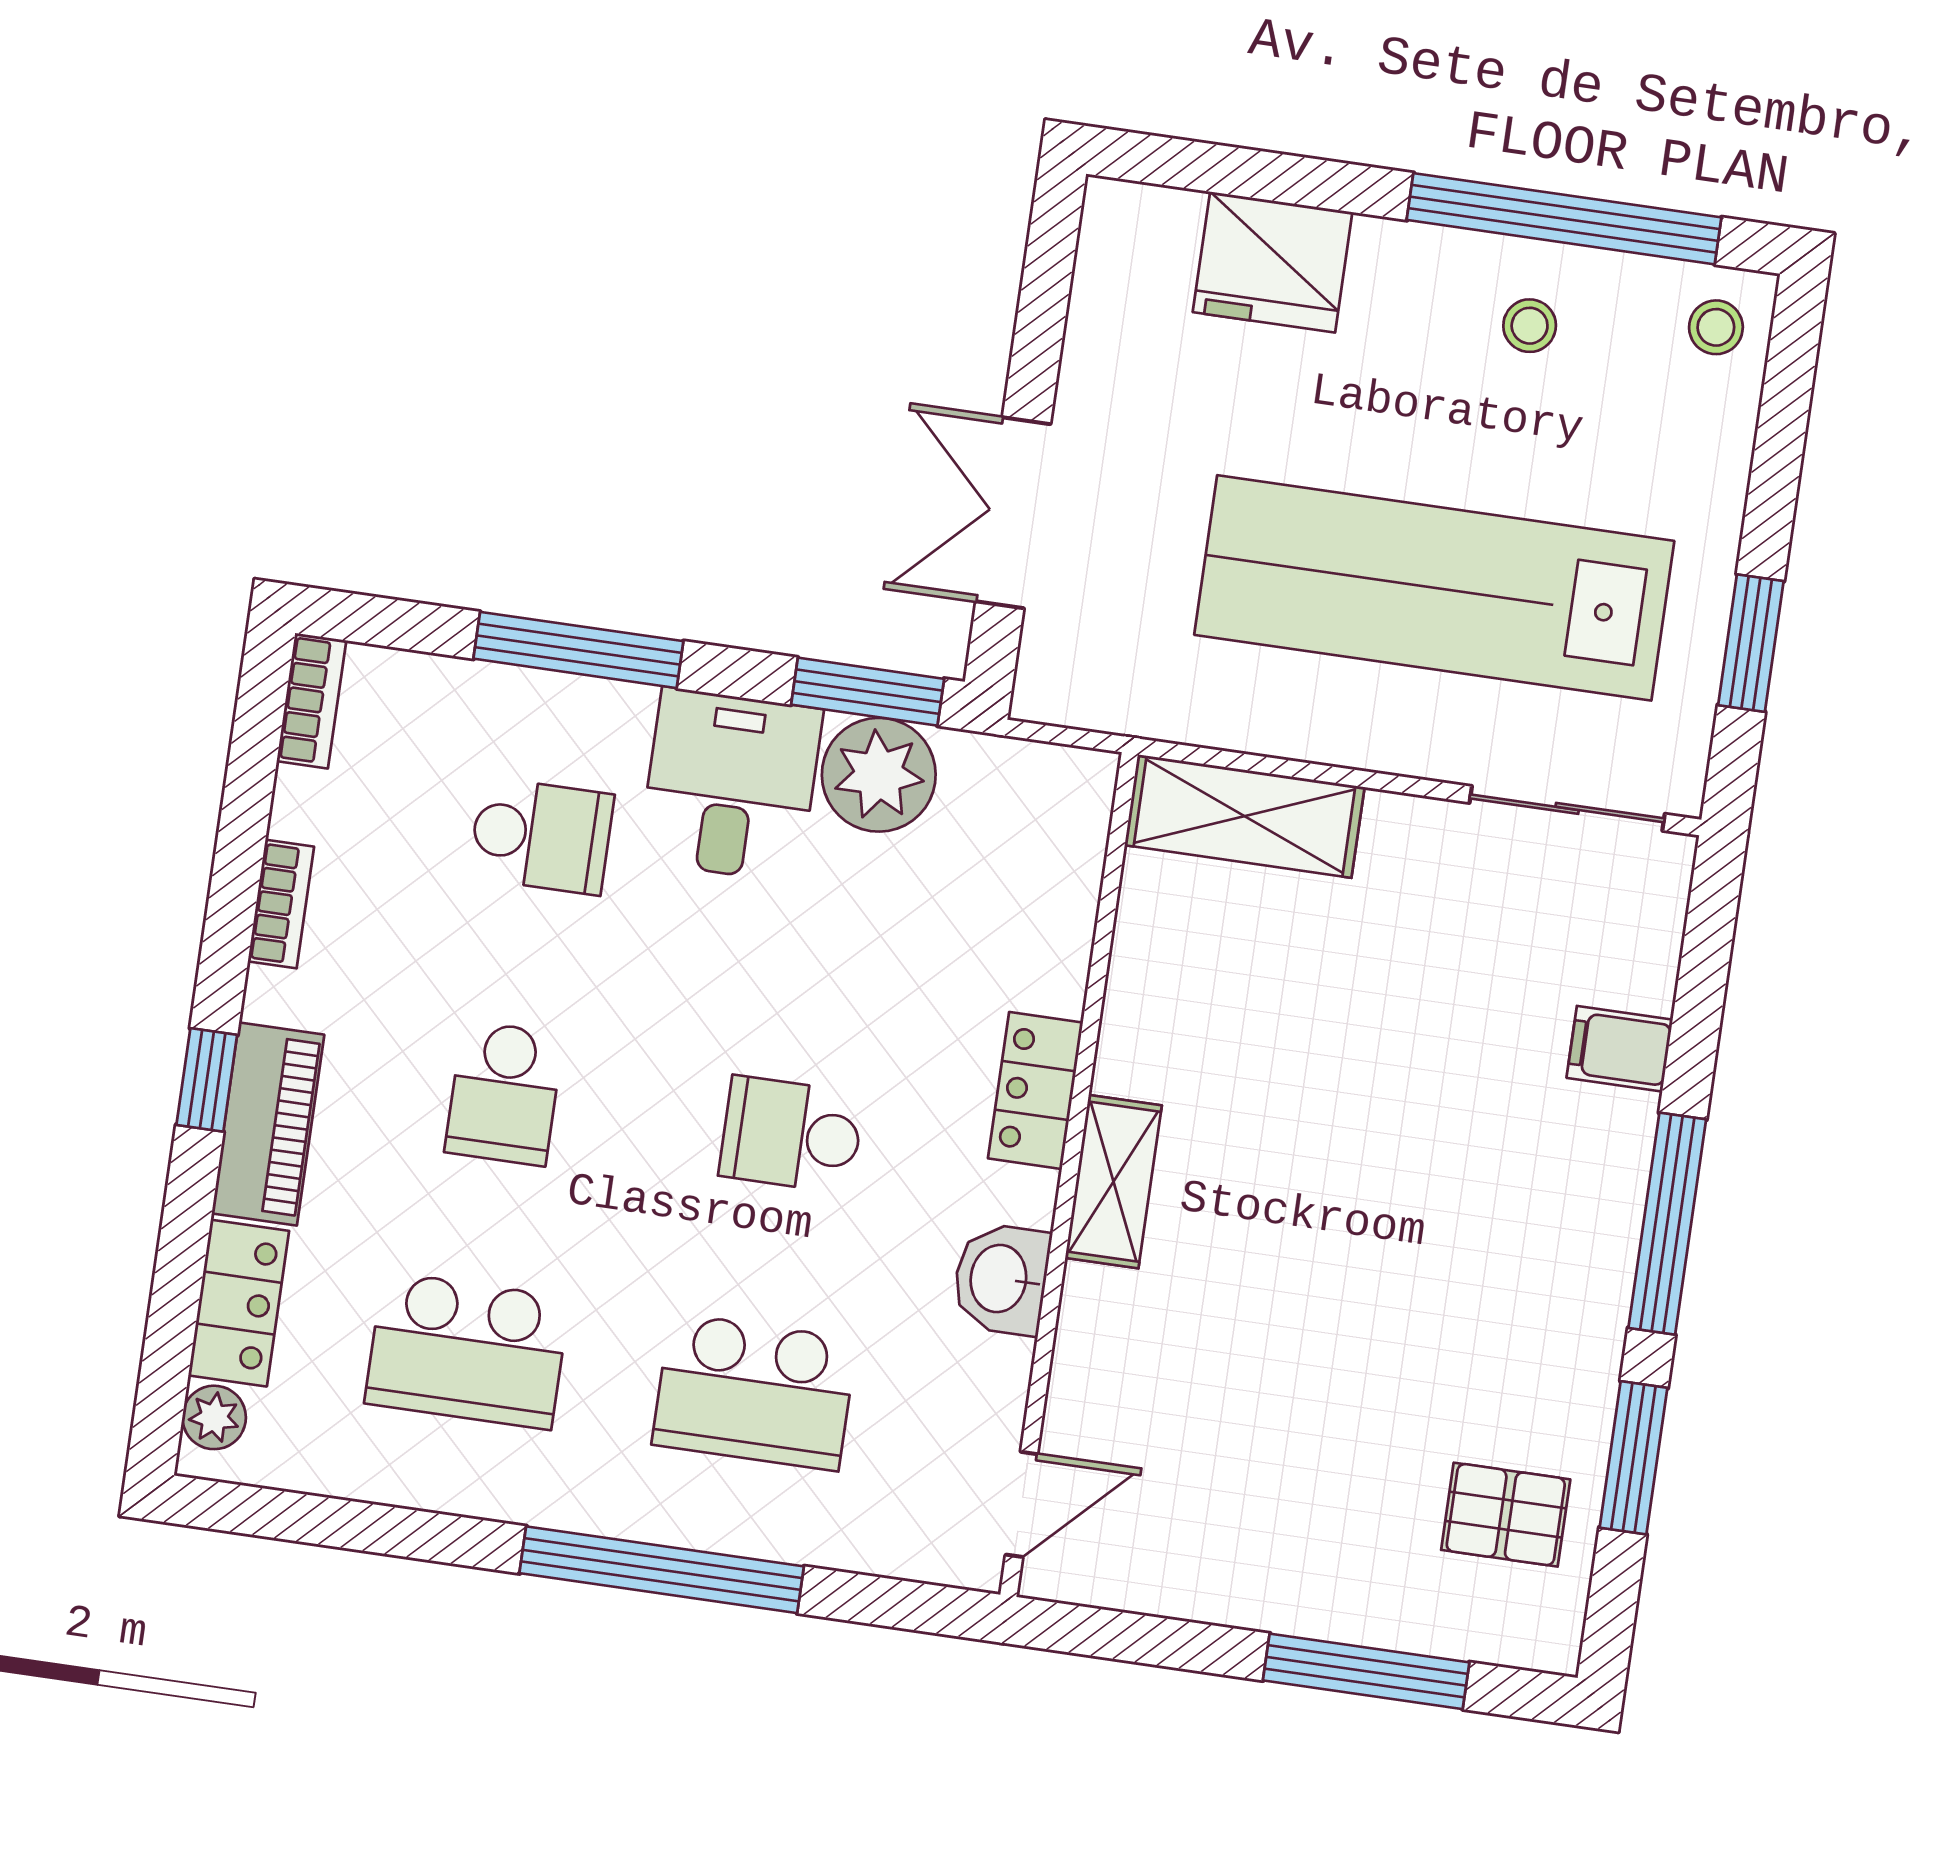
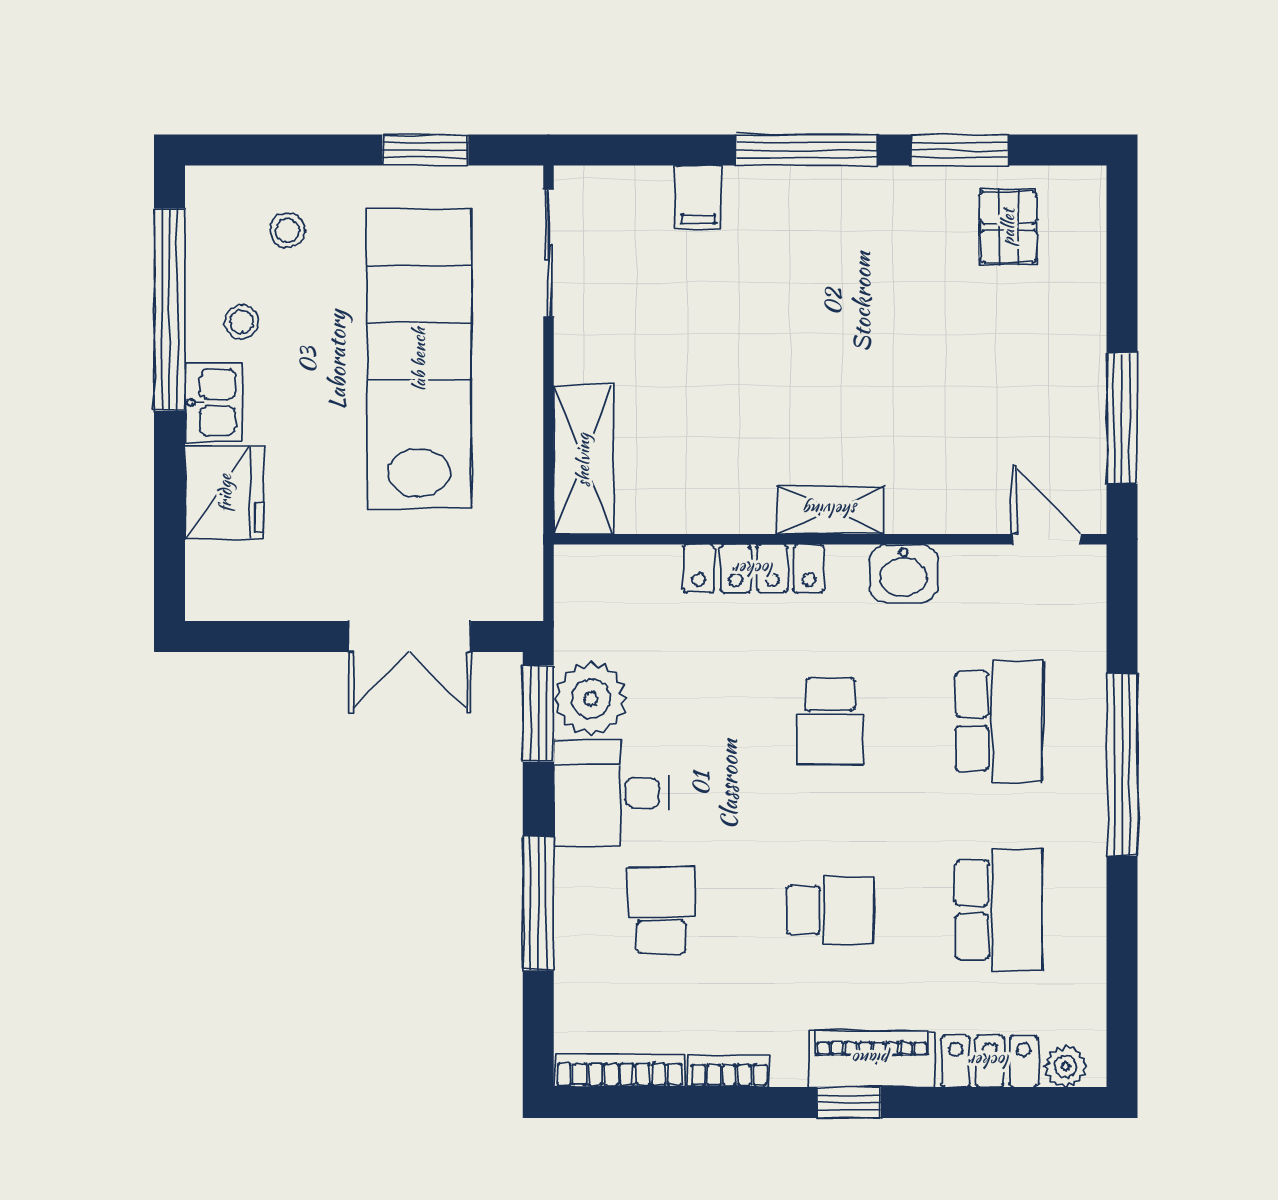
kitchen sink: (1413, 265) -> (214, 403), added
stool: (1716, 327) -> (287, 230), moved
lab bench: (1434, 588) -> (419, 359), turned 180
bookcase: (311, 701) -> (619, 1070), width x1.56
locker: (1035, 1090) -> (754, 569), width x1.53
window: (1366, 1671) -> (1122, 418), moved

